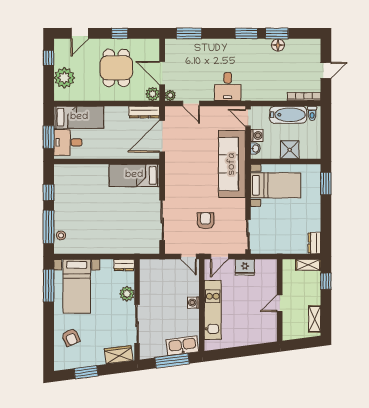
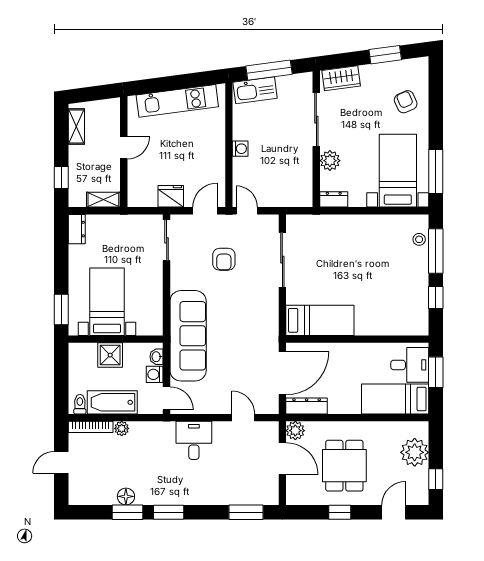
plant: (170, 95) -> (122, 428), moved
bed with nightstands: (276, 185) -> (107, 302), moved, turned 90
shelving: (308, 265) -> (103, 200), moved
kitchen unit: (213, 310) -> (177, 101), moved, turned -98

